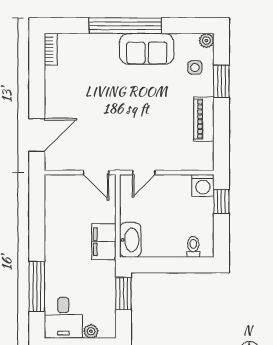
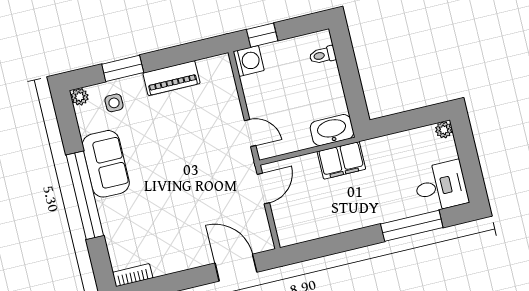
window: (123, 294) -> (396, 123), removed
plant: (91, 331) -> (444, 130), moved

